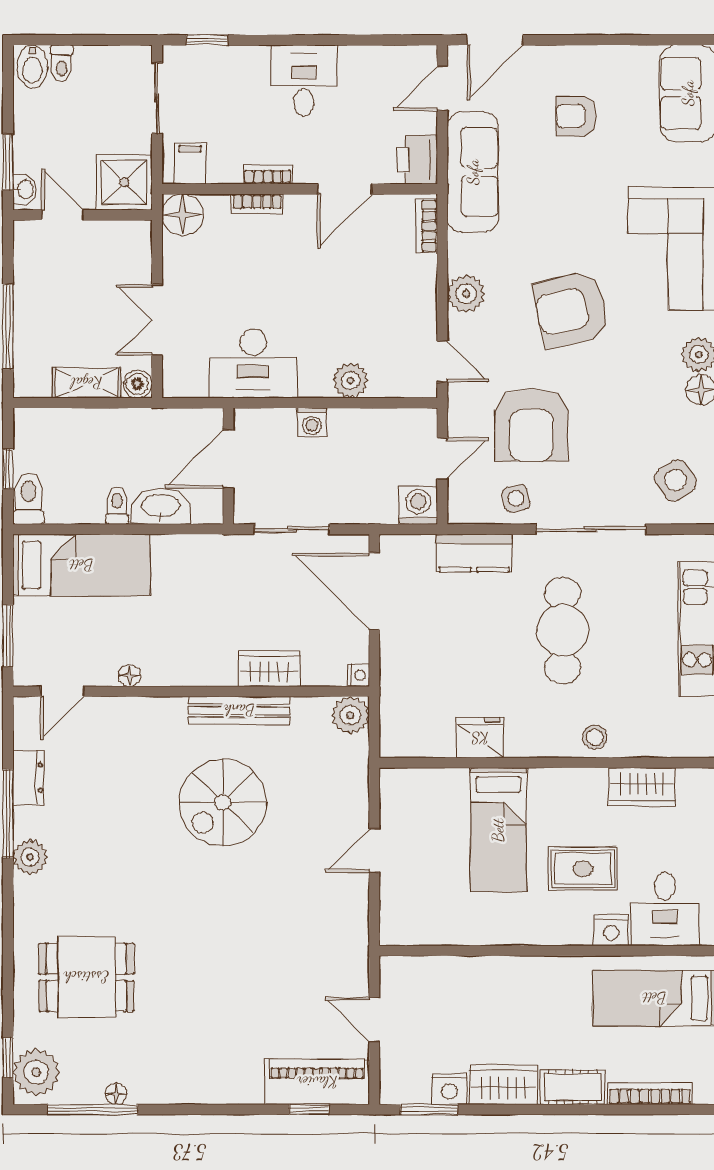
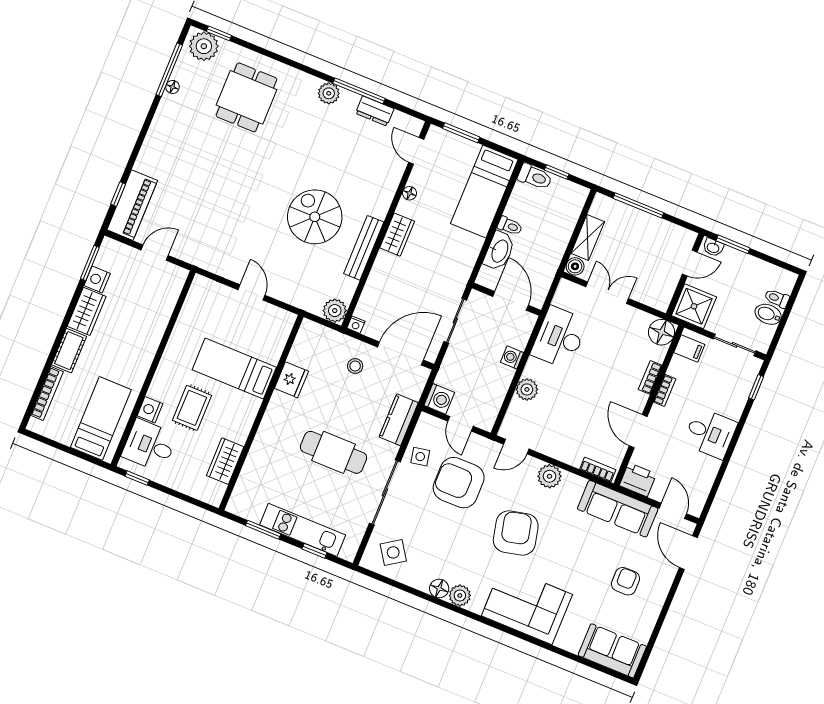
bidet: (32, 67) -> (768, 314), moved
wardrobe: (269, 669) -> (397, 235), moved
stool: (595, 737) -> (355, 366), moved

